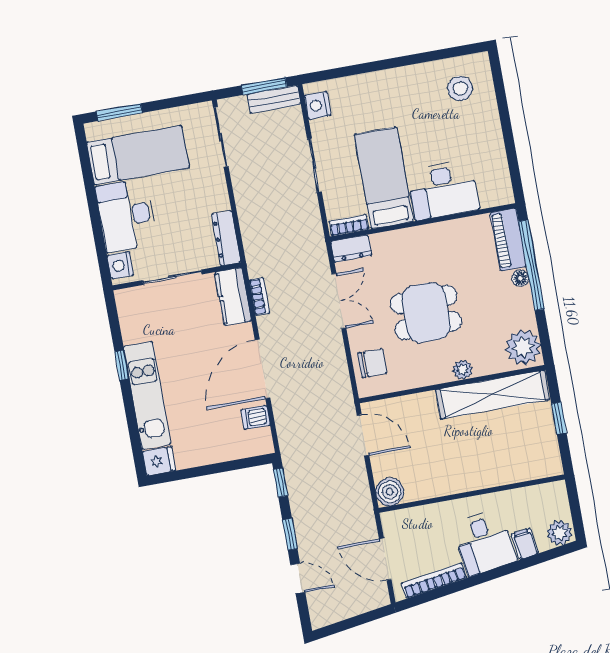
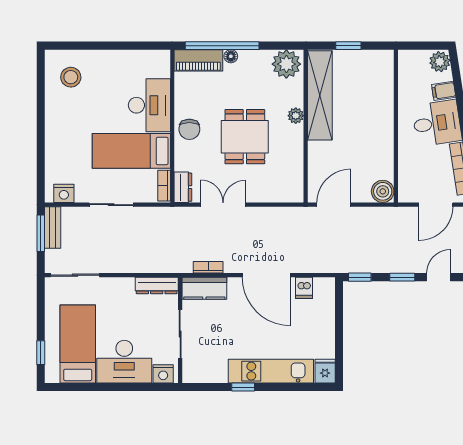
window: (119, 112) -> (41, 353), width x0.67
chair: (372, 363) -> (189, 129), moved, turned 180

